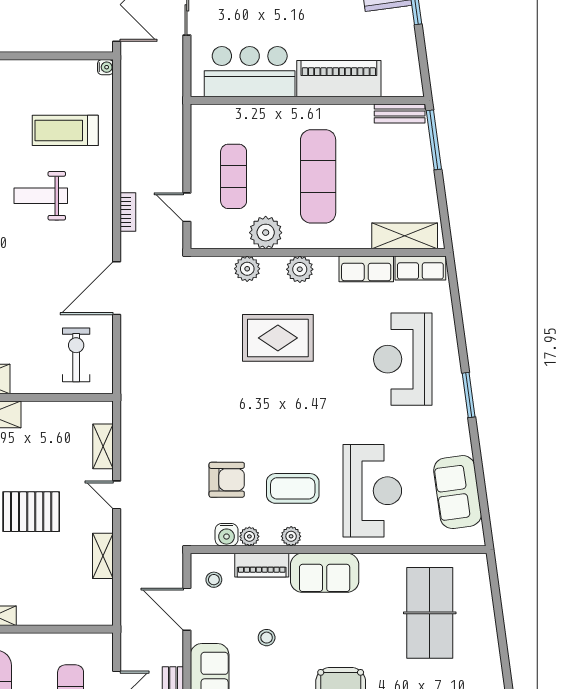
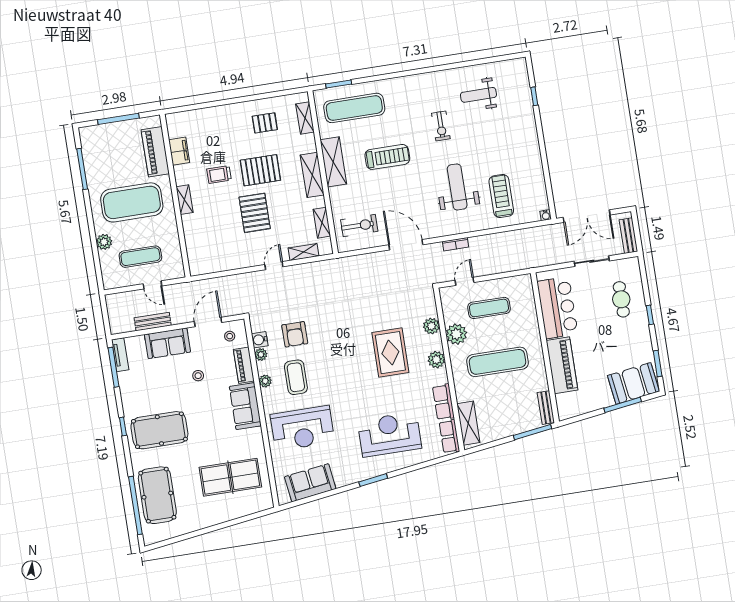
weight bench: (41, 196) -> (457, 187), width x1.36, depth x1.33
shelving: (103, 556) -> (322, 223), moved, turned 90

